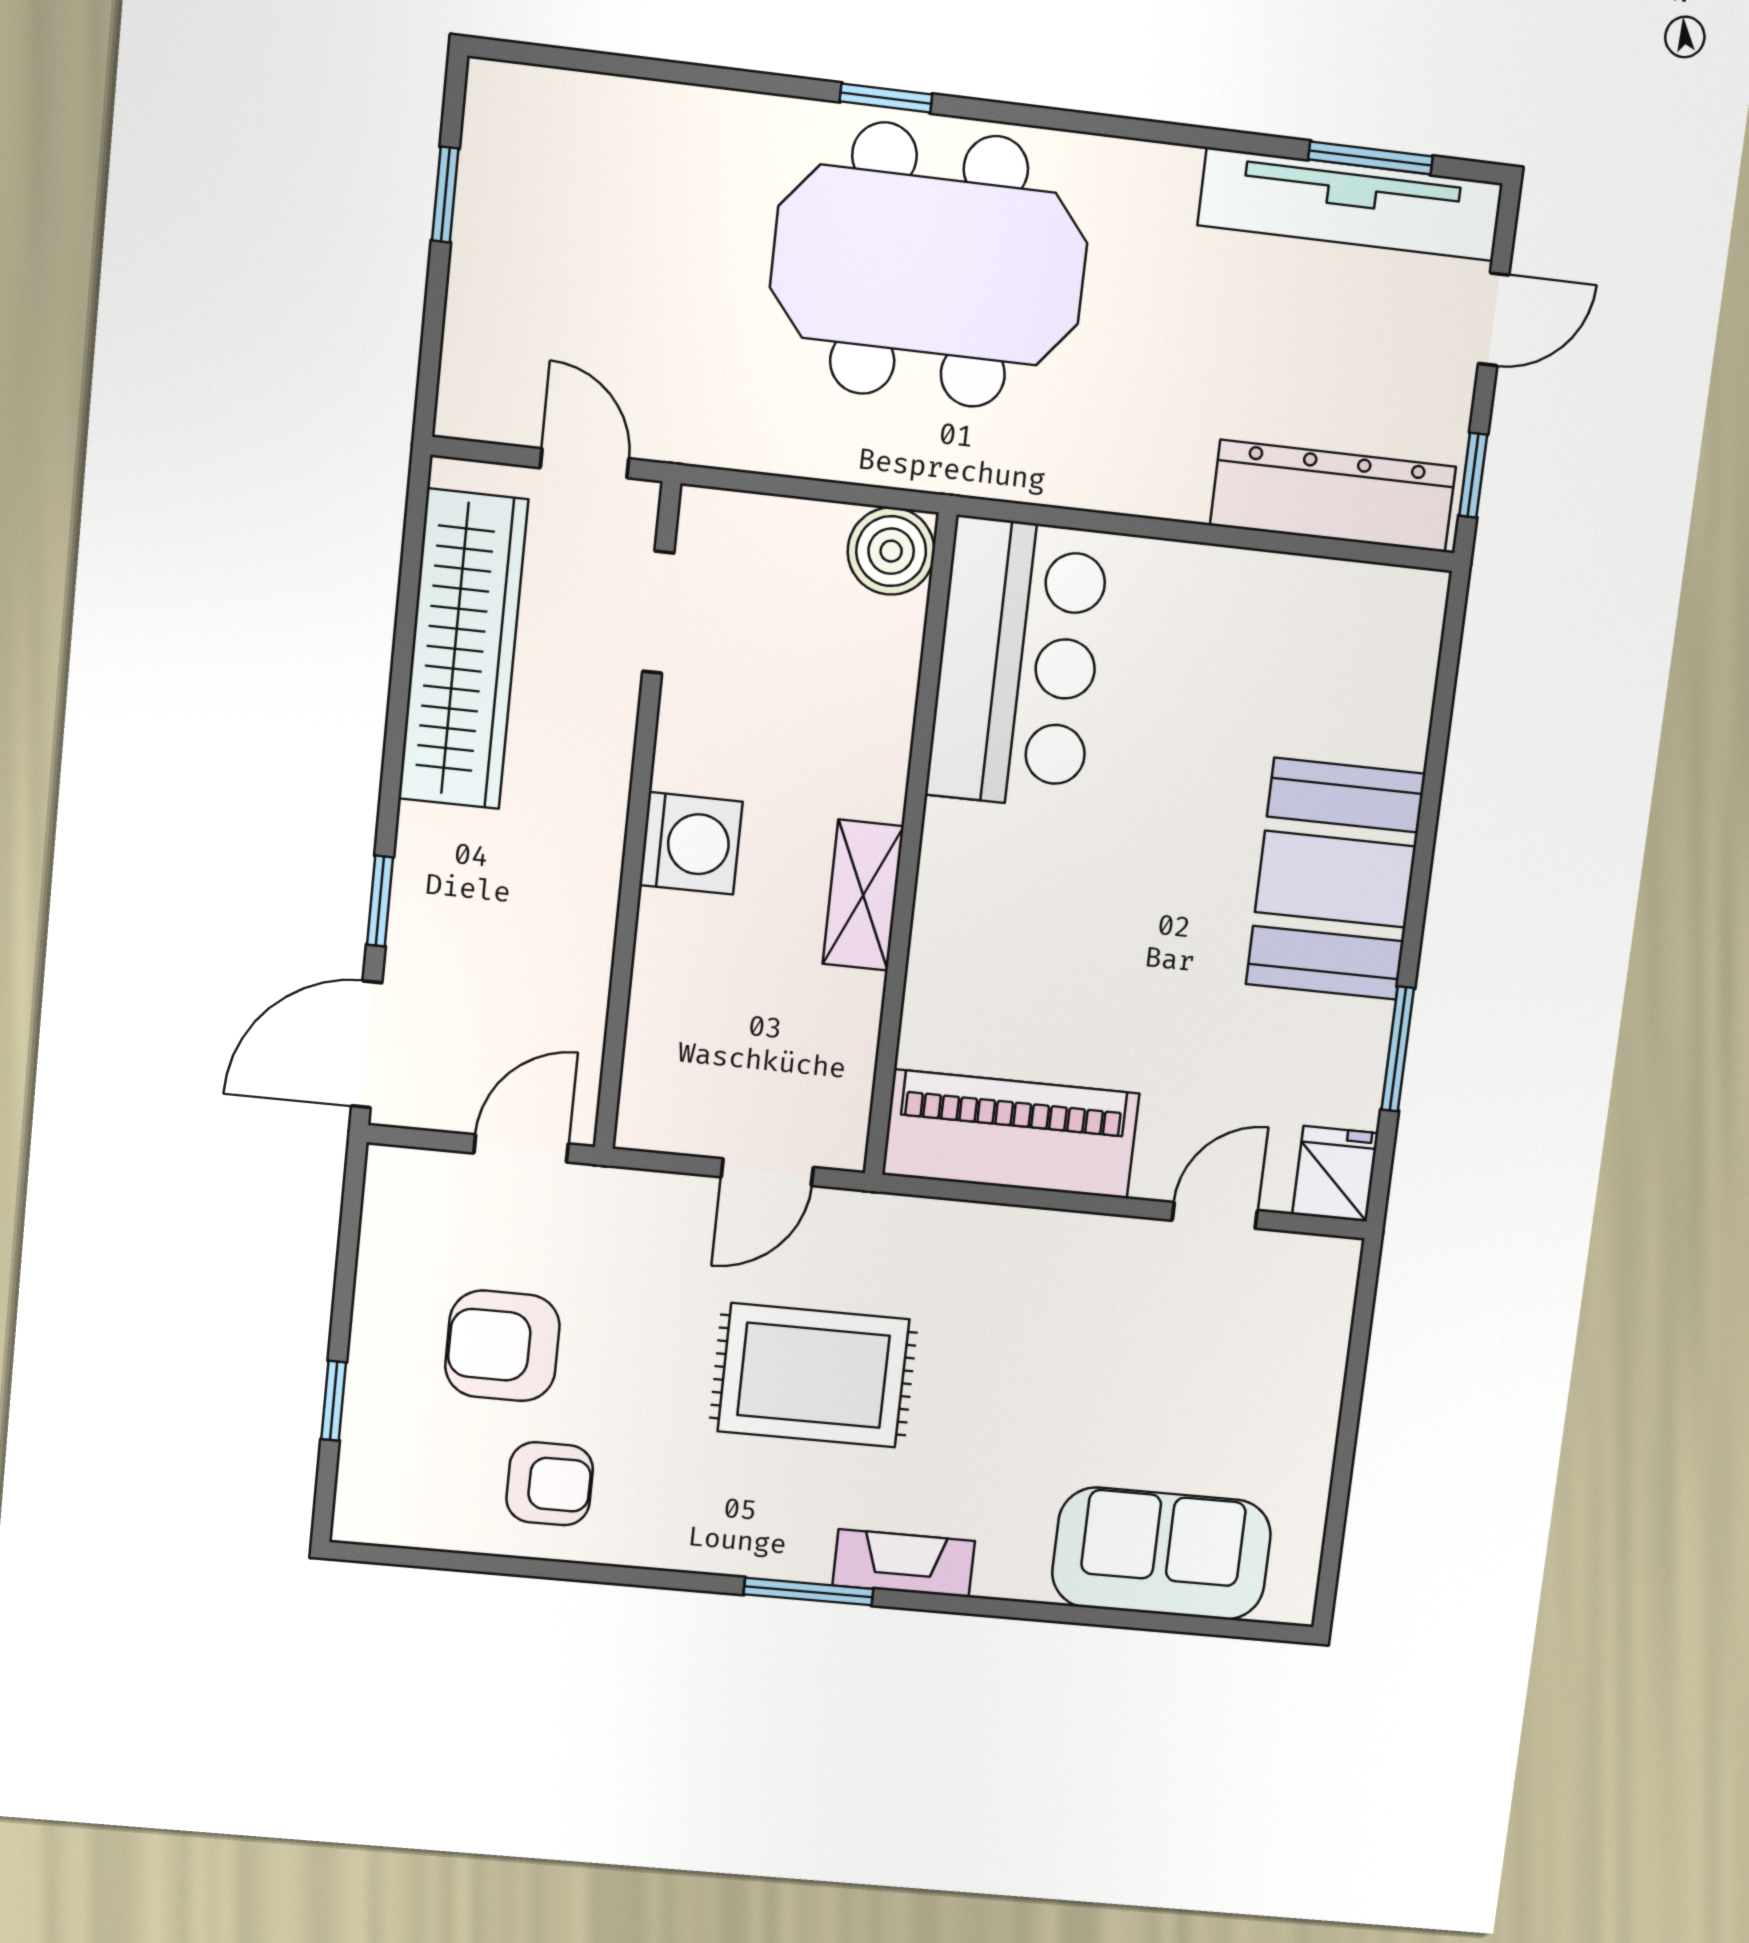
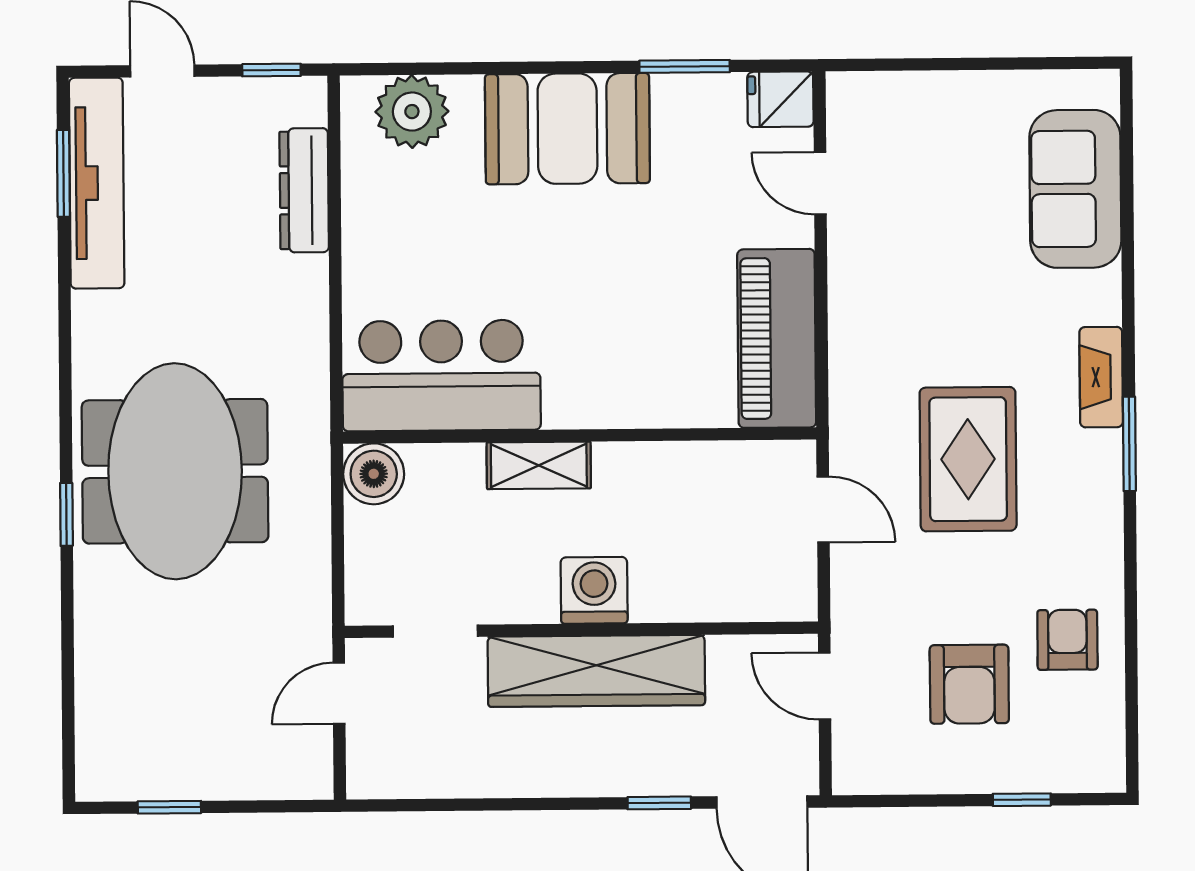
dresser: (1333, 496) -> (304, 190), width x0.73, depth x0.80
wardrobe: (463, 649) -> (596, 671), moved, turned 180
plant: (1389, 666) -> (412, 112), added
shelving: (863, 895) -> (539, 465), moved

